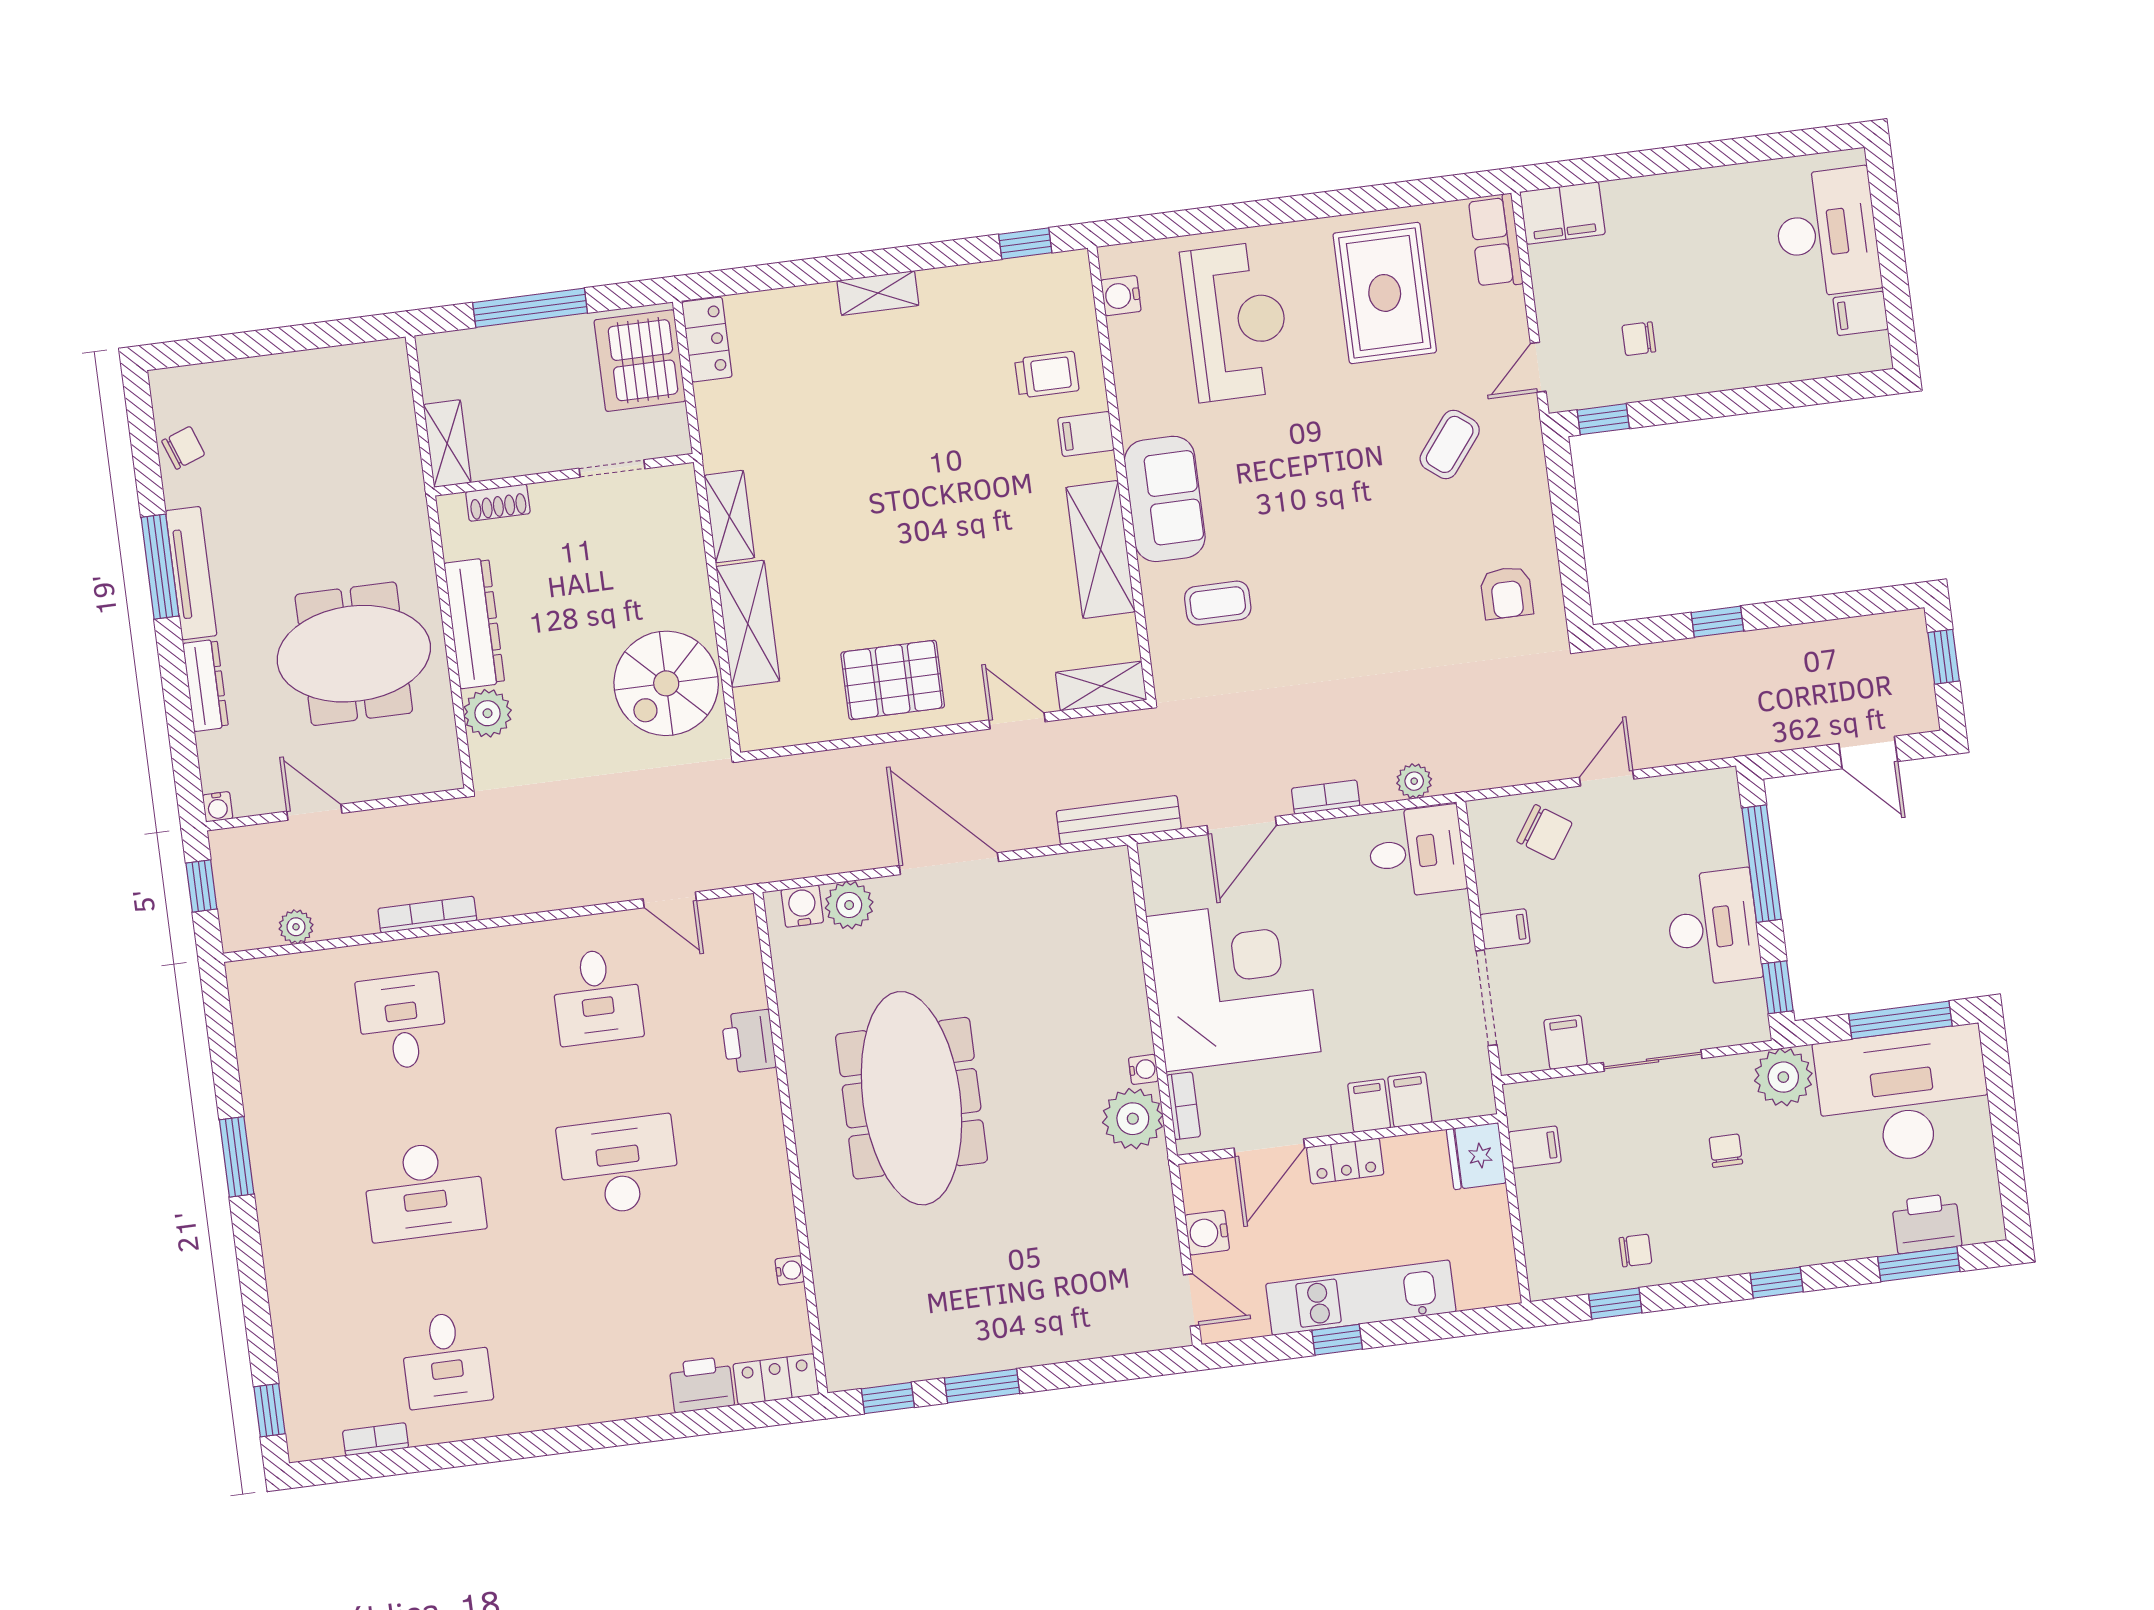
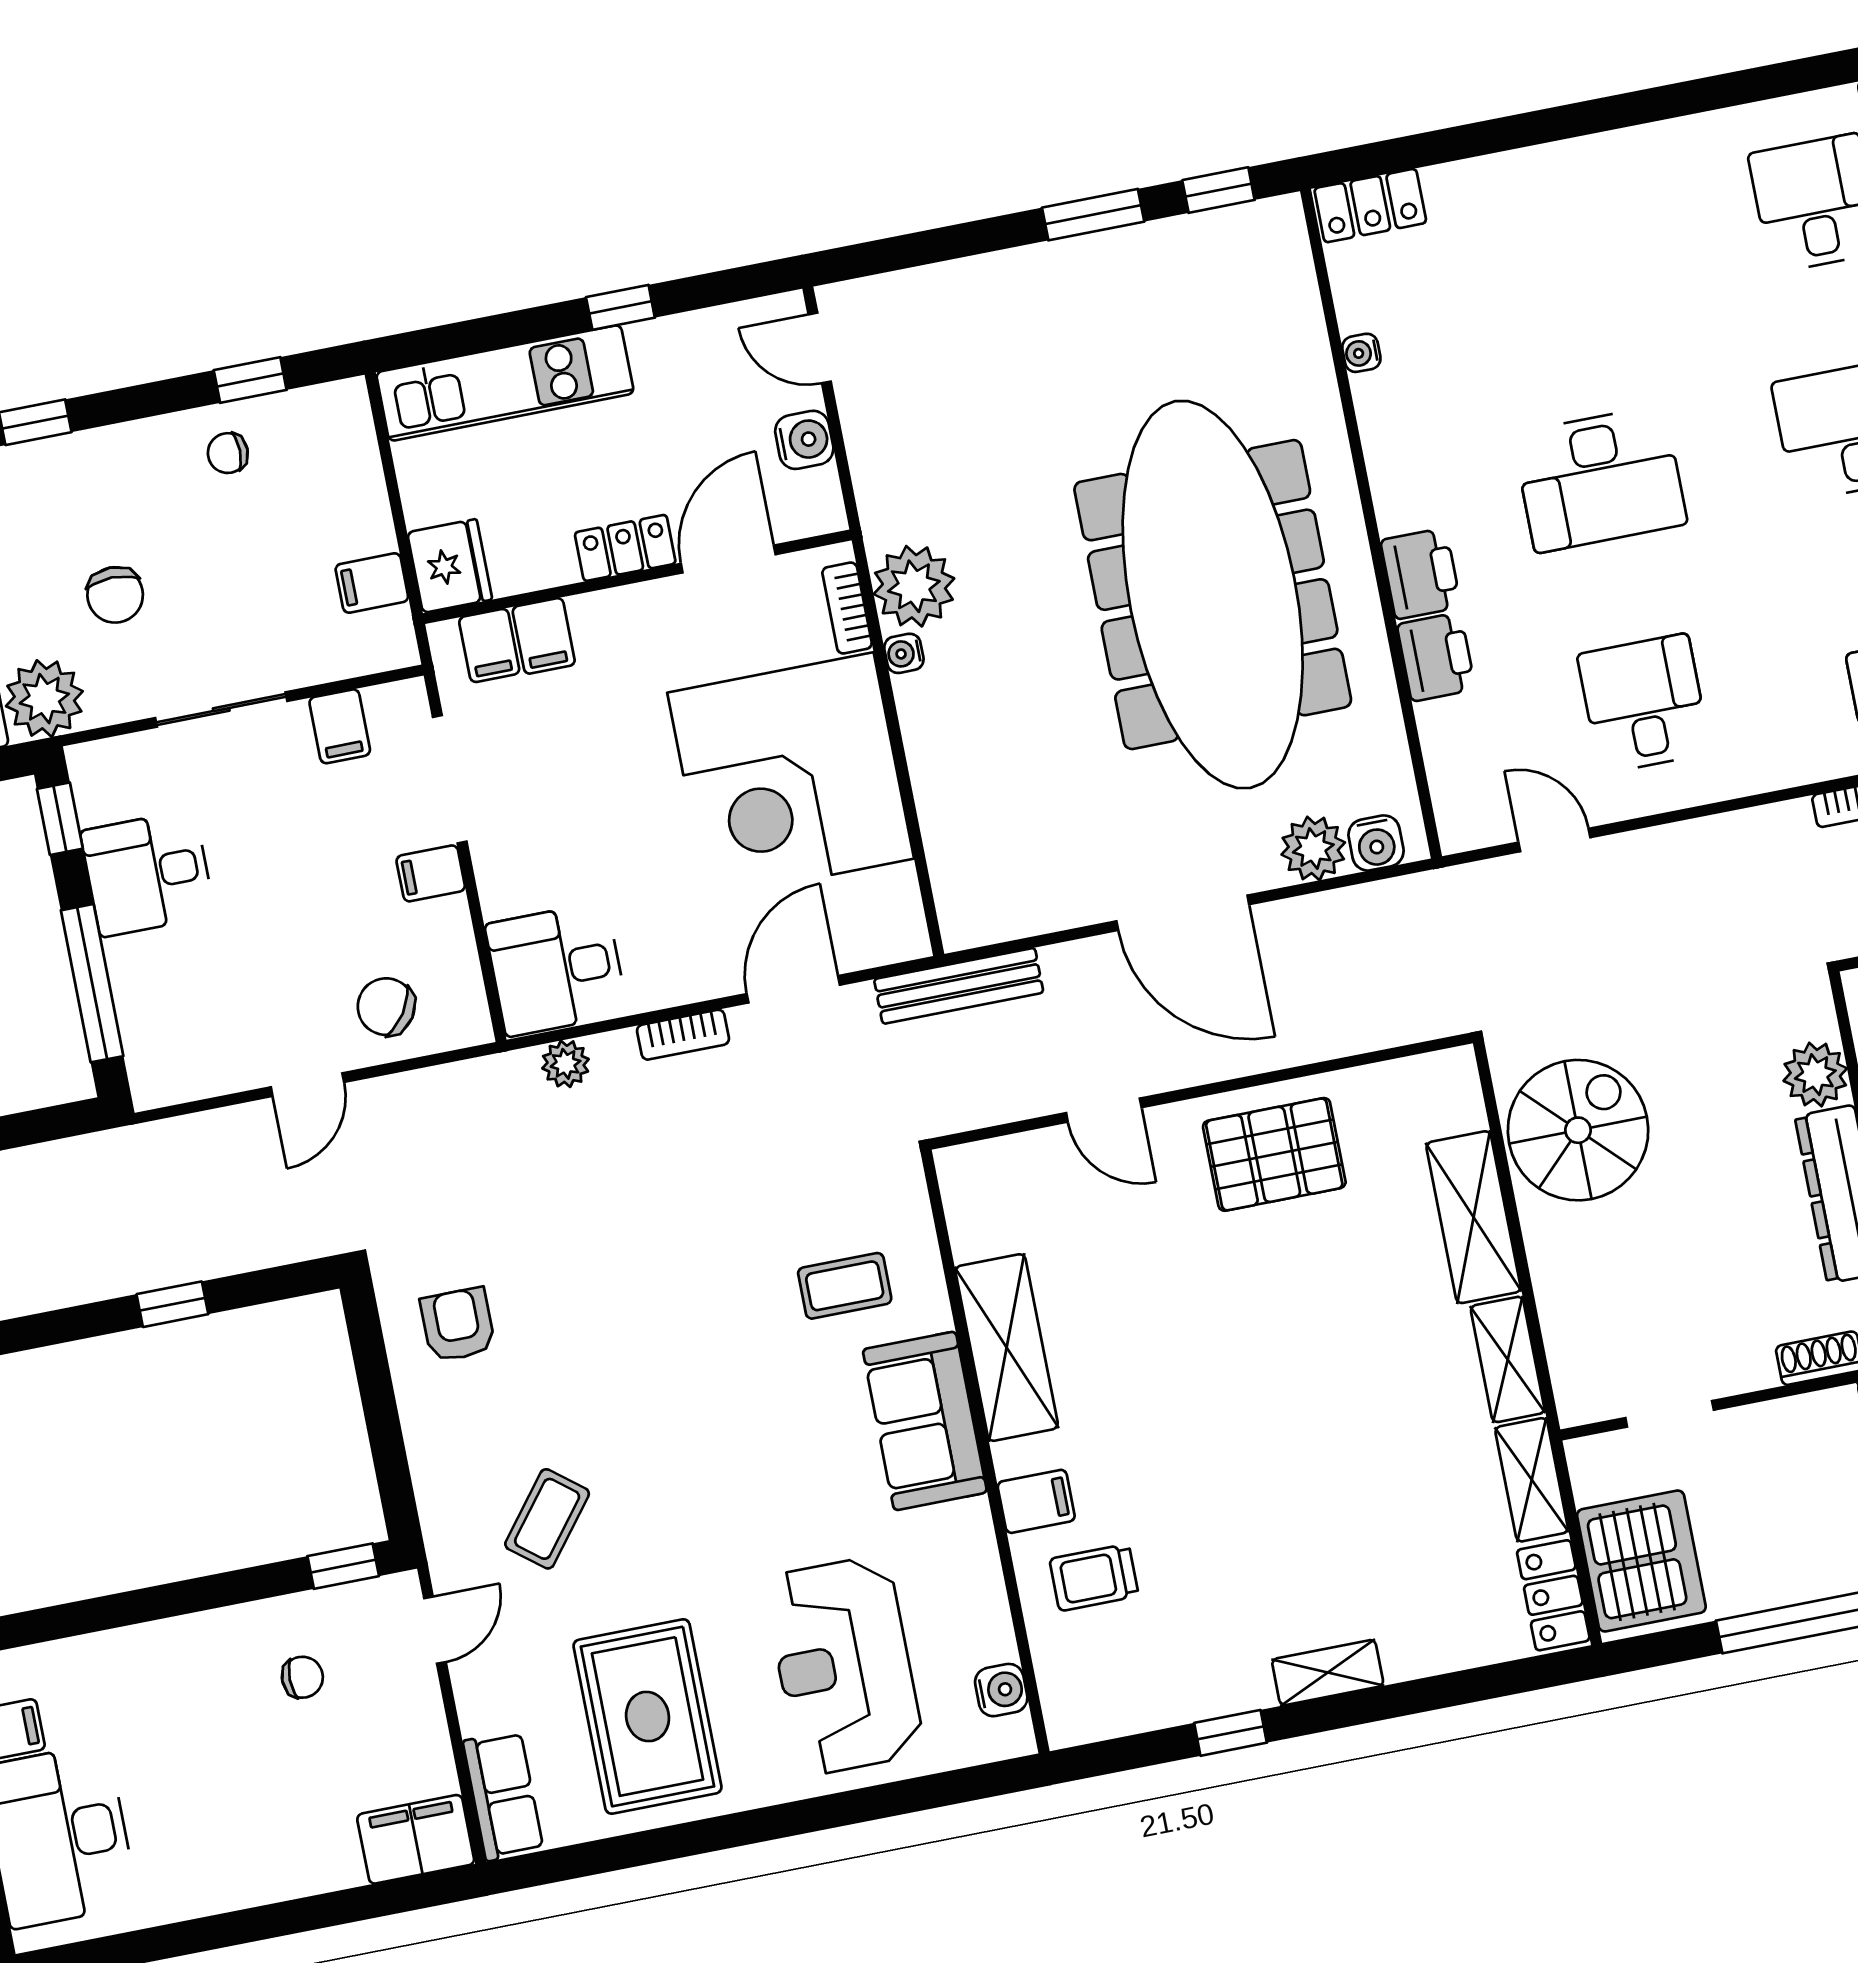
window: (1025, 243) -> (1230, 1733), moved
shelving: (1101, 686) -> (1532, 1480), moved, turned 90
desk: (1713, 928) -> (148, 873), width x0.73
meeting table: (912, 1098) -> (1213, 595), width x1.36, depth x1.27
filing cabinet: (1369, 1106) -> (489, 646), moved
chair: (1726, 1151) -> (115, 595), width x1.37, depth x1.37
kitchen unit: (1361, 1298) -> (505, 383), moved
printer: (702, 1384) -> (1421, 574), moved, turned -90

